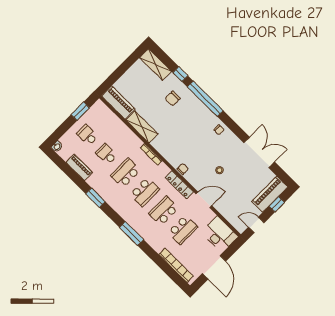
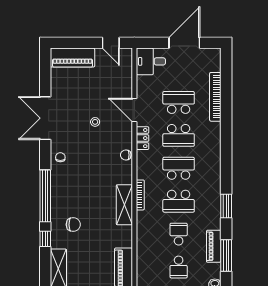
shelving: (142, 127) -> (124, 205), moved
double door: (259, 152) -> (45, 118), moved
school desk: (106, 154) -> (179, 234), turned 180
locker: (179, 185) -> (142, 138), width x0.66
window: (277, 204) -> (75, 43), removed
window: (132, 234) -> (226, 256), moved
desk: (220, 234) -> (151, 61), width x0.73
bookcase: (176, 265) -> (215, 97), moved

